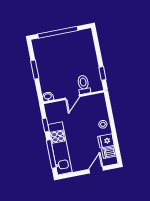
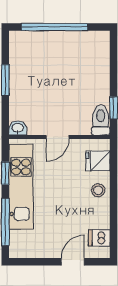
toilet: (84, 85) -> (101, 120), moved
fridge: (106, 141) -> (98, 161), moved
kitchen unit: (60, 148) -> (21, 187), moved

